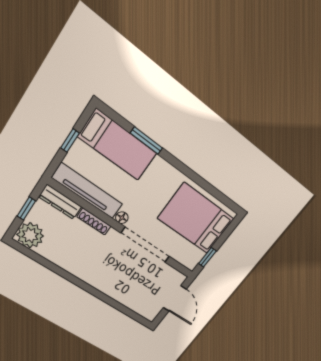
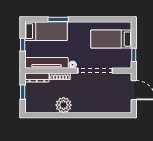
bed: (196, 219) -> (111, 39), width x0.67
plant: (30, 235) -> (64, 105), moved

